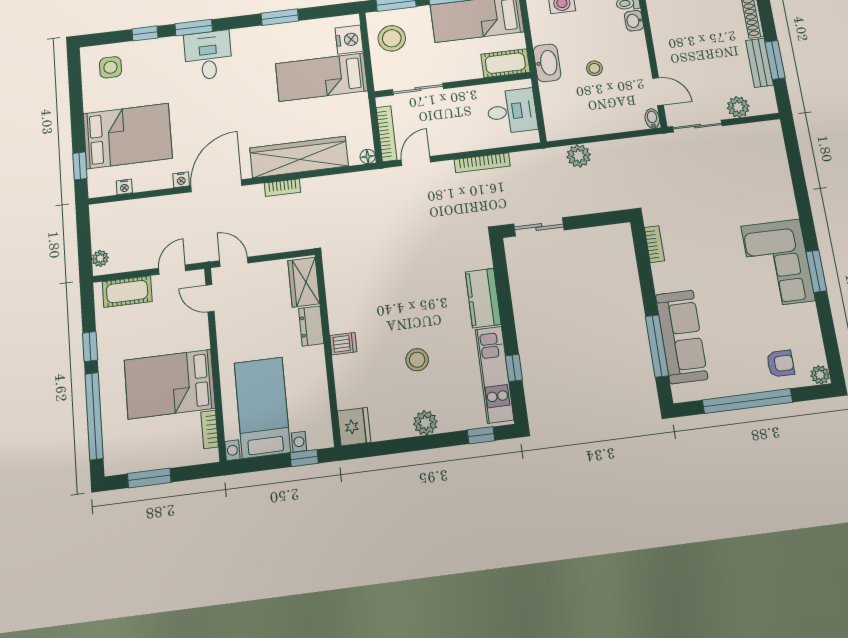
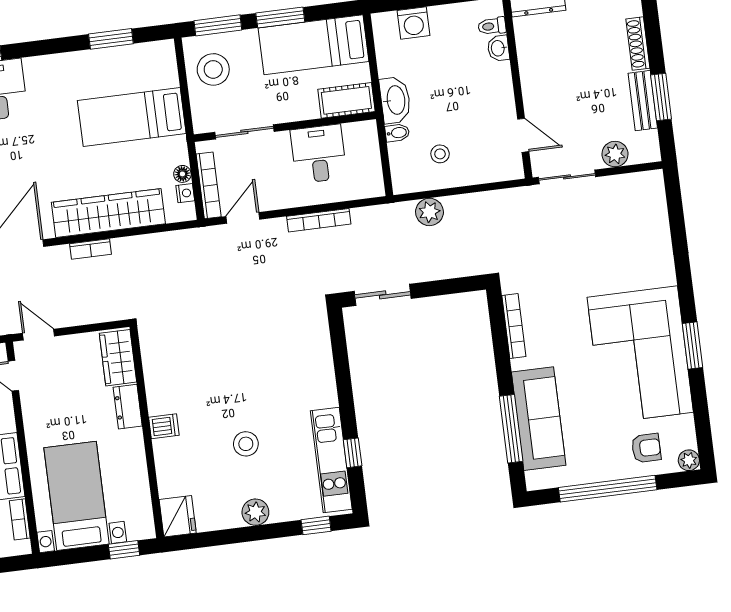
window: (280, 17) -> (111, 39), moved
nightstand: (349, 40) -> (185, 193), moved, width x0.53, depth x0.56
stool: (594, 68) -> (440, 154), moved
desk: (512, 111) -> (319, 154), moved, turned -90
bidet: (652, 119) -> (397, 133), moved, turned 90
floor lamp: (368, 156) -> (182, 174), moved
bookcase: (654, 244) -> (514, 326), width x1.56
corner sofa: (778, 263) -> (640, 355), width x1.36, depth x1.36
kitchen counter: (483, 298) -> (319, 376), removed

